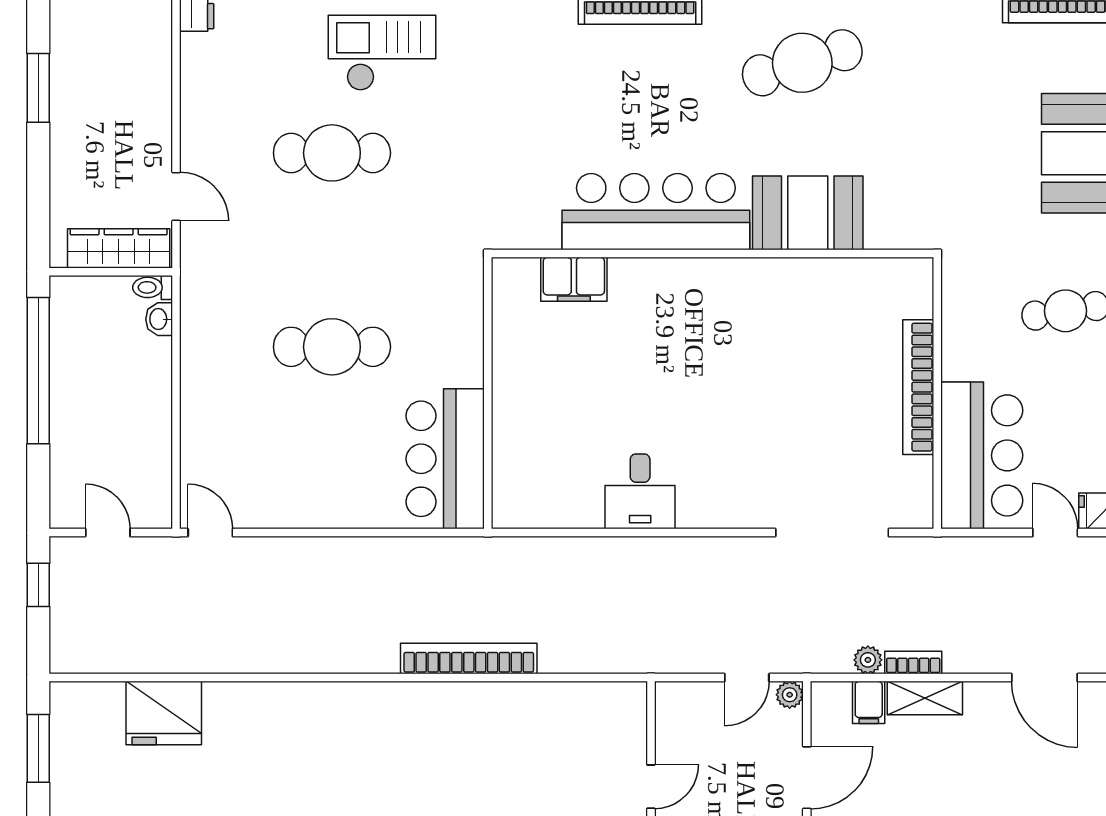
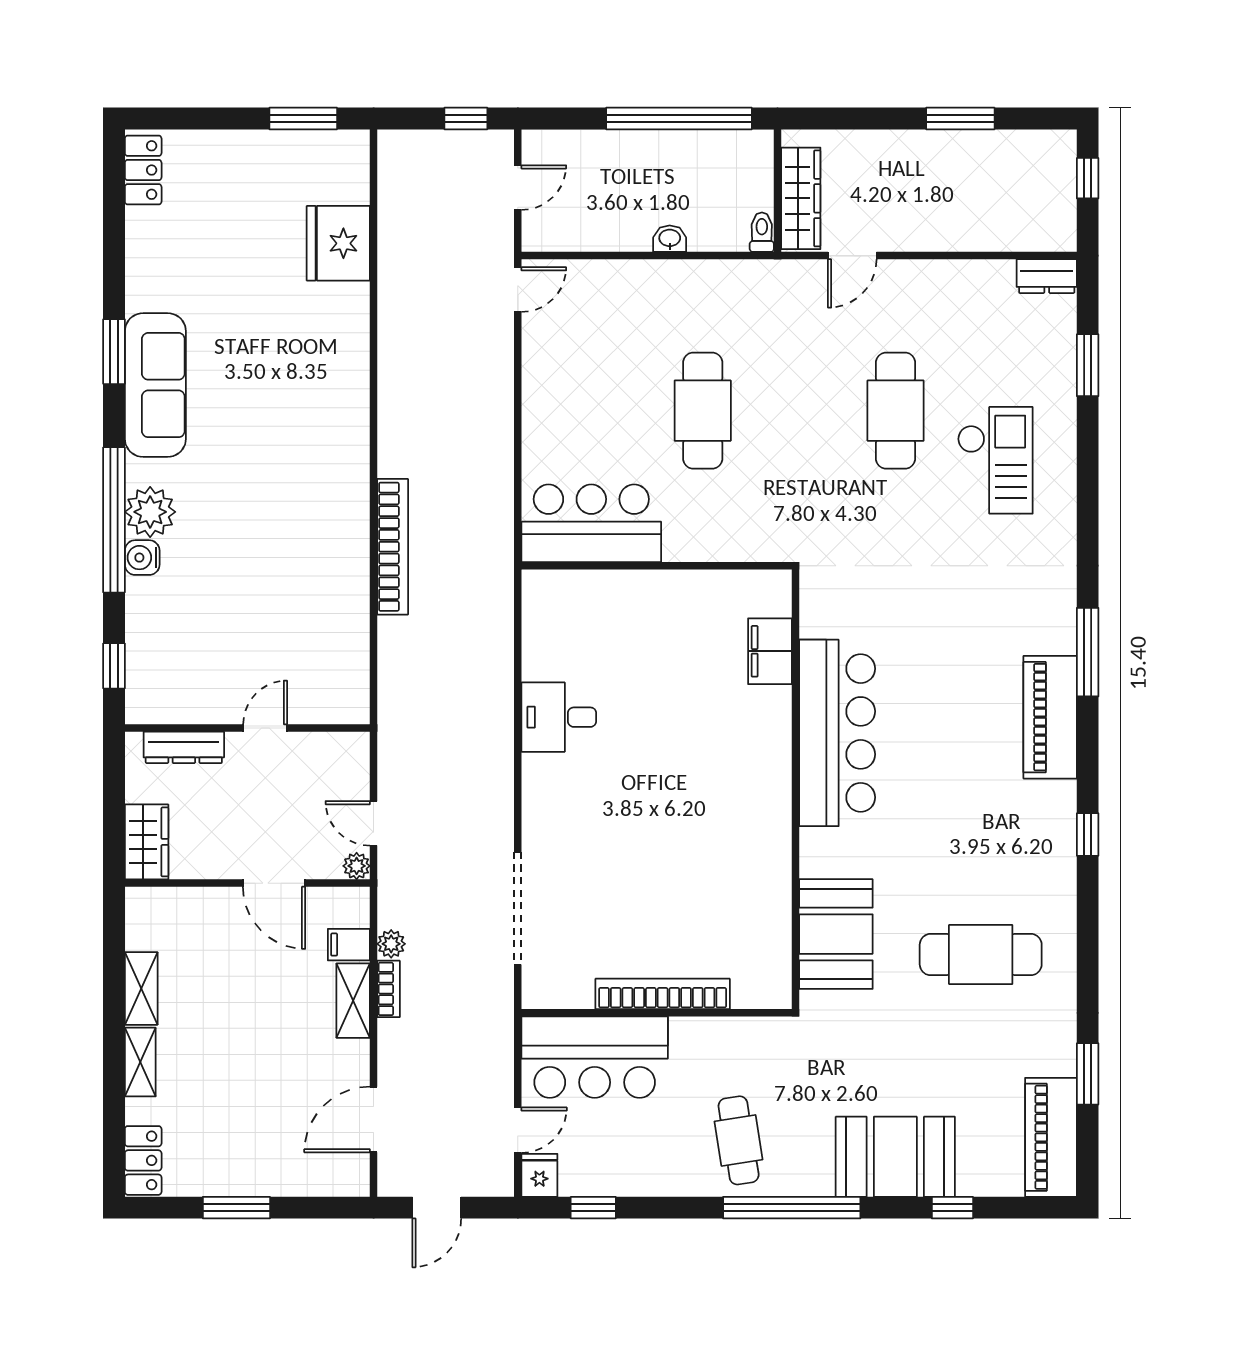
cafe table: (802, 63) -> (981, 955), moved, turned -73
booth: (808, 213) -> (836, 934), moved
washbasin: (159, 319) -> (670, 239), moved
door: (651, 787) -> (265, 728), swing flipped

